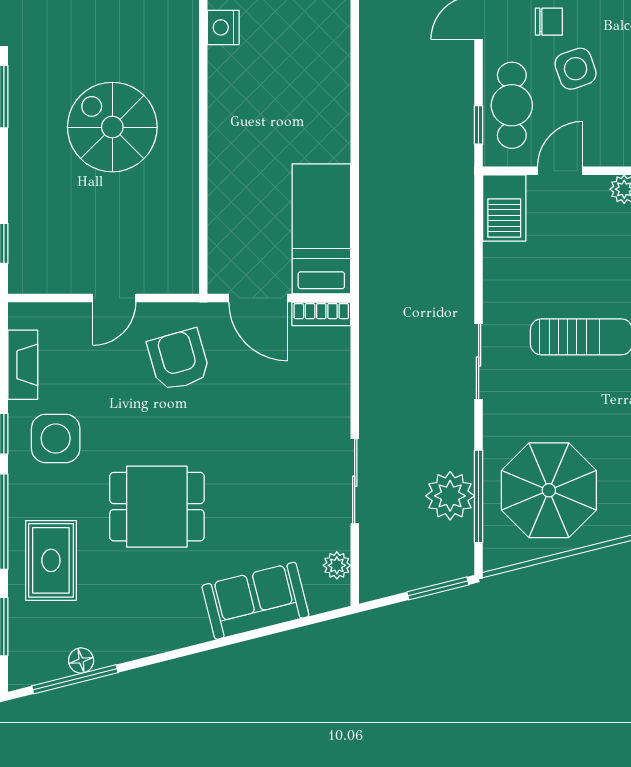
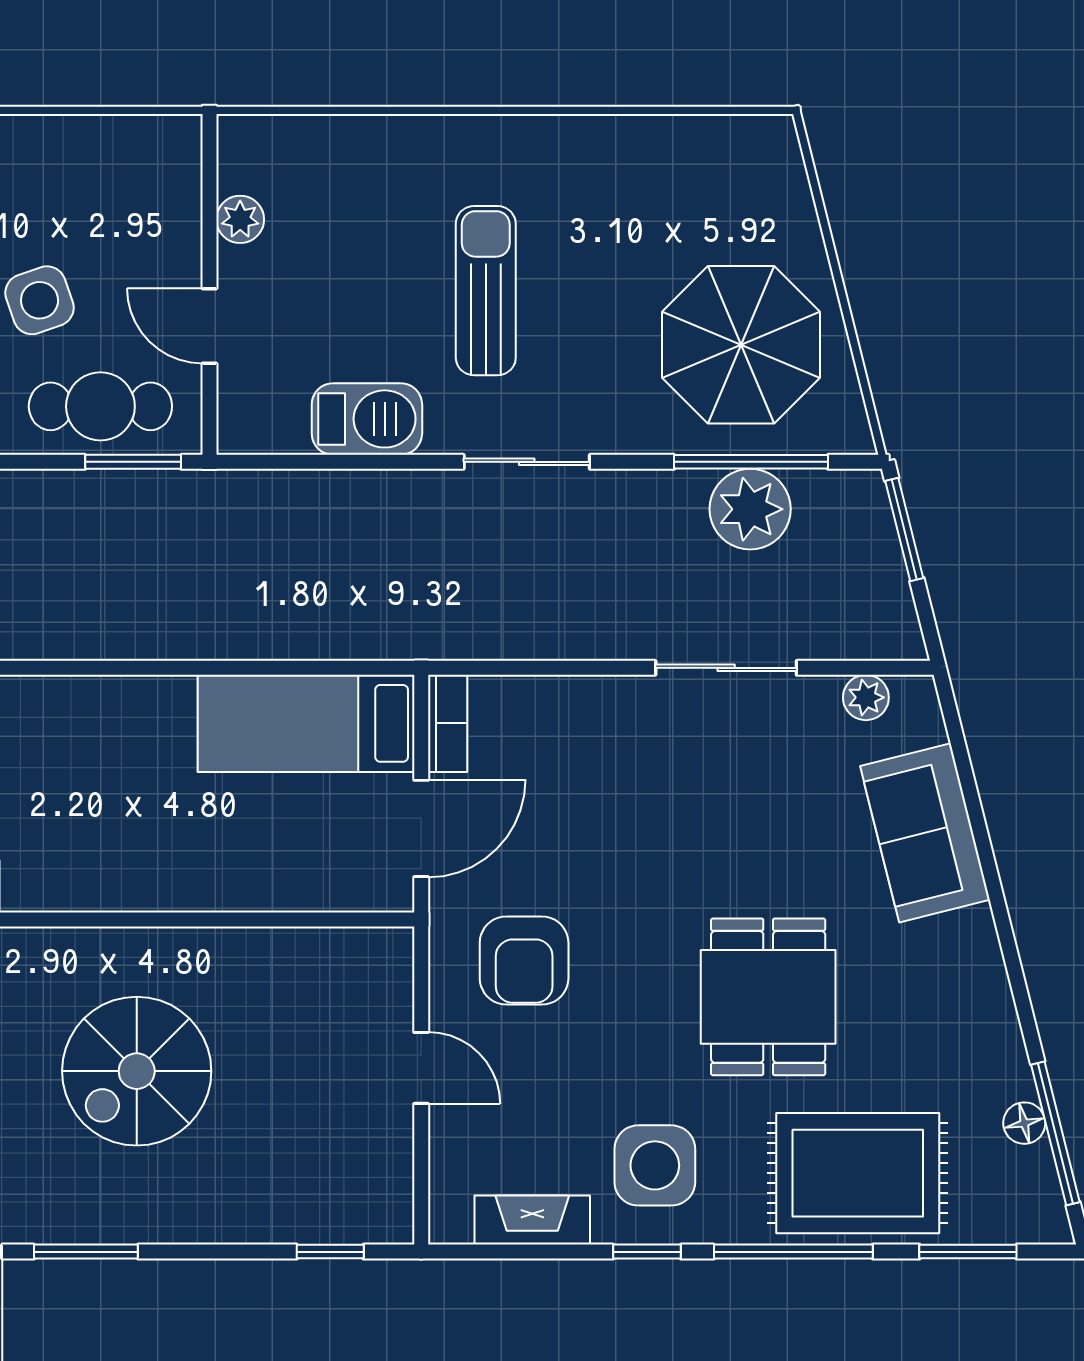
window: (479, 125) -> (133, 462), width x1.50
barbecue: (504, 208) -> (367, 419), moved
armchair: (179, 360) -> (524, 960), turned -74
rug: (51, 560) -> (858, 1173), width x1.36, depth x1.43

